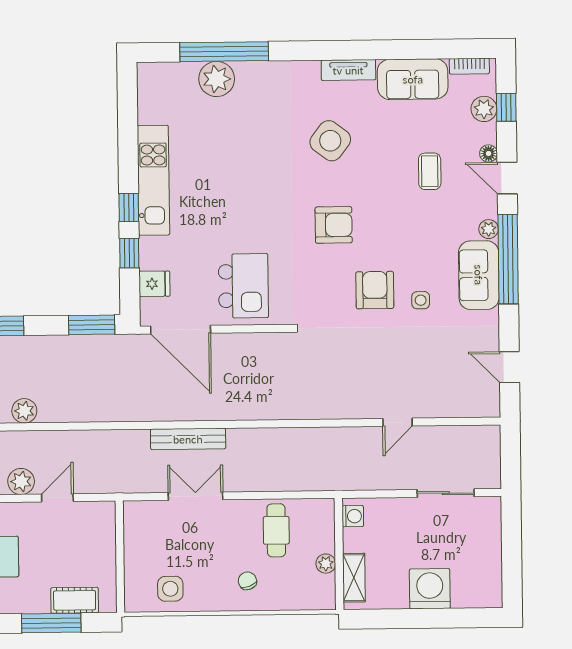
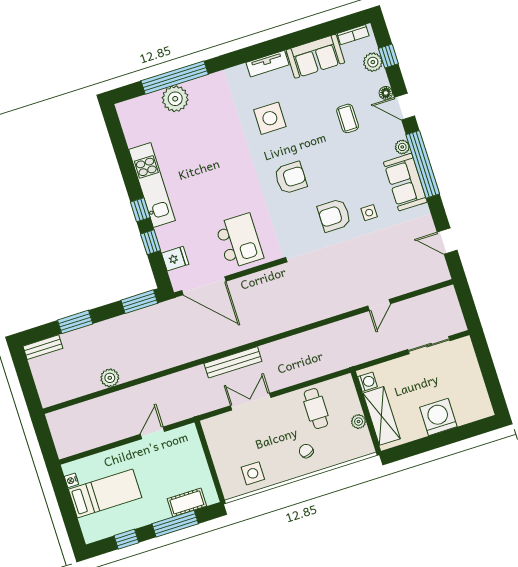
side table: (330, 141) -> (270, 118), turned -37
armchair: (375, 290) -> (334, 215), turned -90
plant: (21, 482) -> (123, 429), removed
shelving: (354, 578) -> (382, 416), width x1.50, depth x1.33

